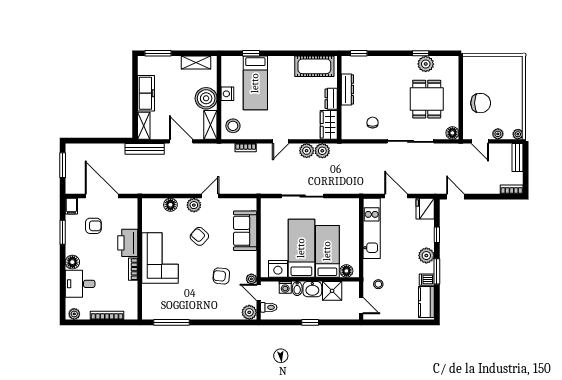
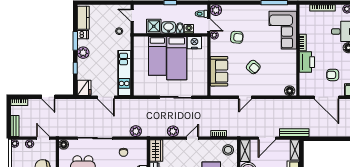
door: (181, 141) -> (267, 138), hinge flipped
plant: (322, 151) -> (136, 131), moved
door: (455, 197) -> (48, 97), moved
floor lamp: (170, 205) -> (290, 91), moved
plant: (194, 205) -> (257, 90), removed
corner sofa: (160, 258) -> (283, 30), moved
floor lamp: (346, 271) -> (143, 41), removed

